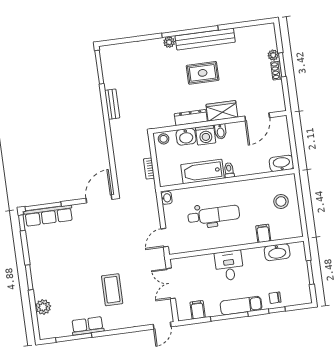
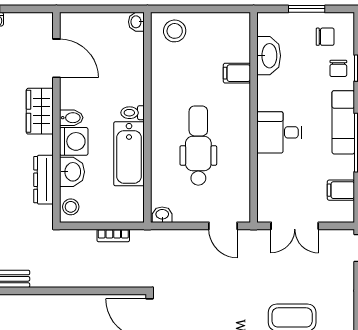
dresser: (191, 118) -> (44, 180), moved
washbasin: (281, 163) -> (136, 22), width x0.52, depth x0.69
stool: (281, 201) -> (175, 31), moved
chair: (294, 287) -> (325, 37), added

